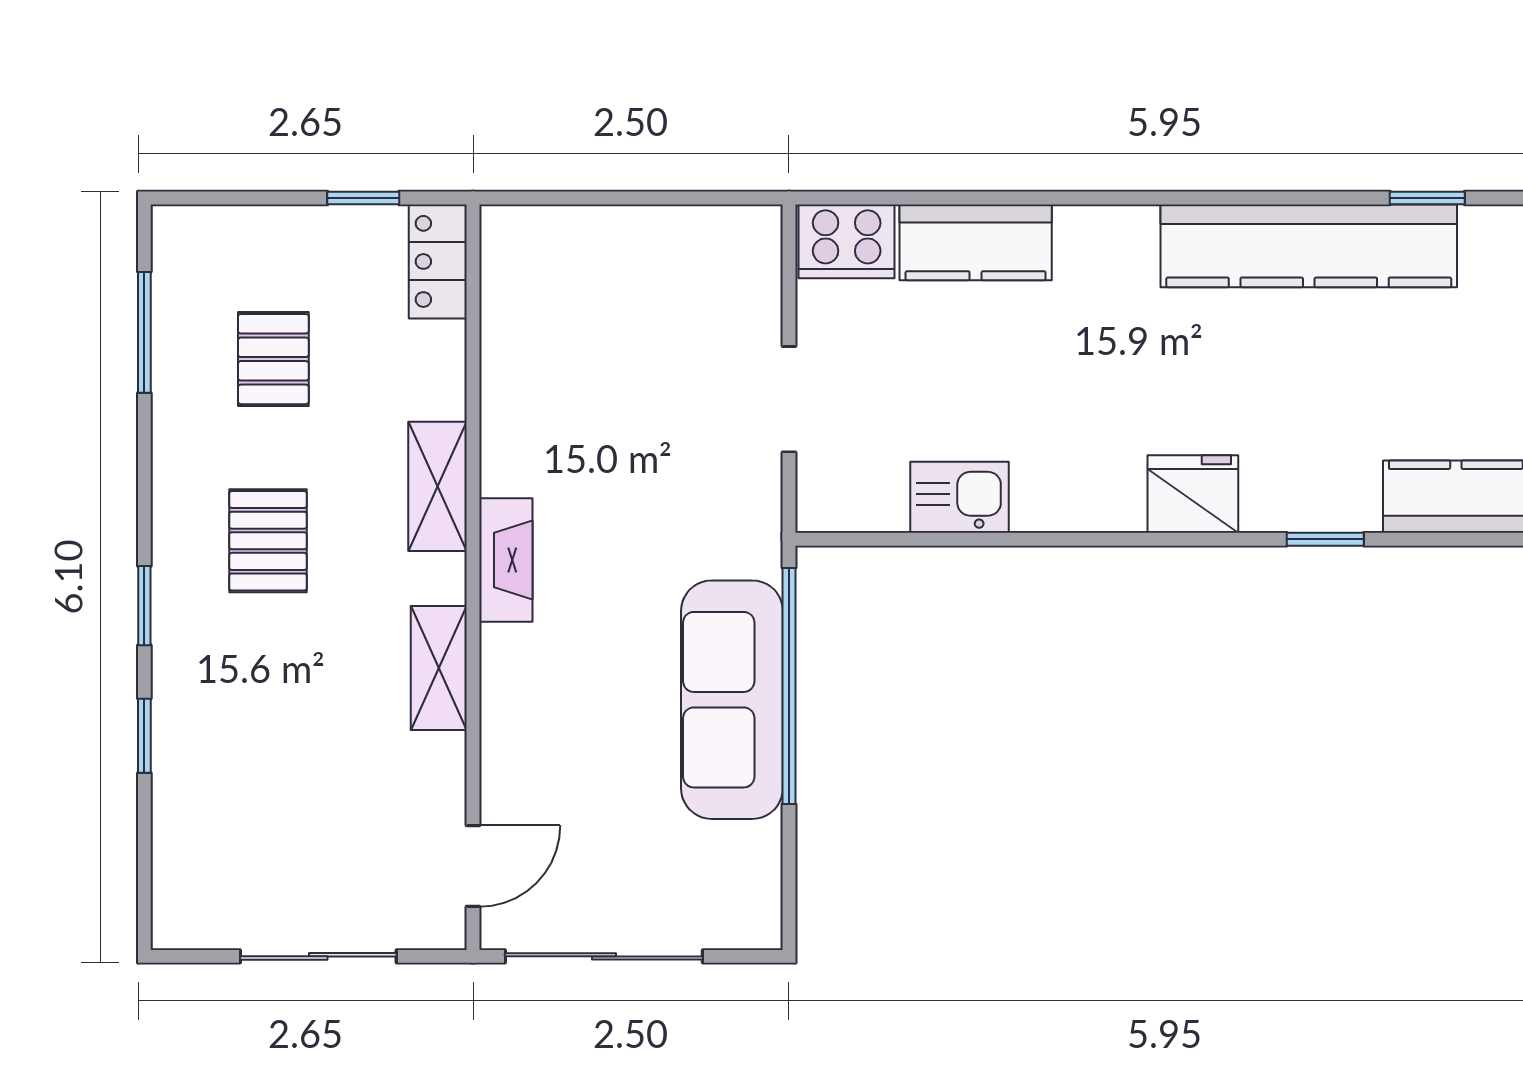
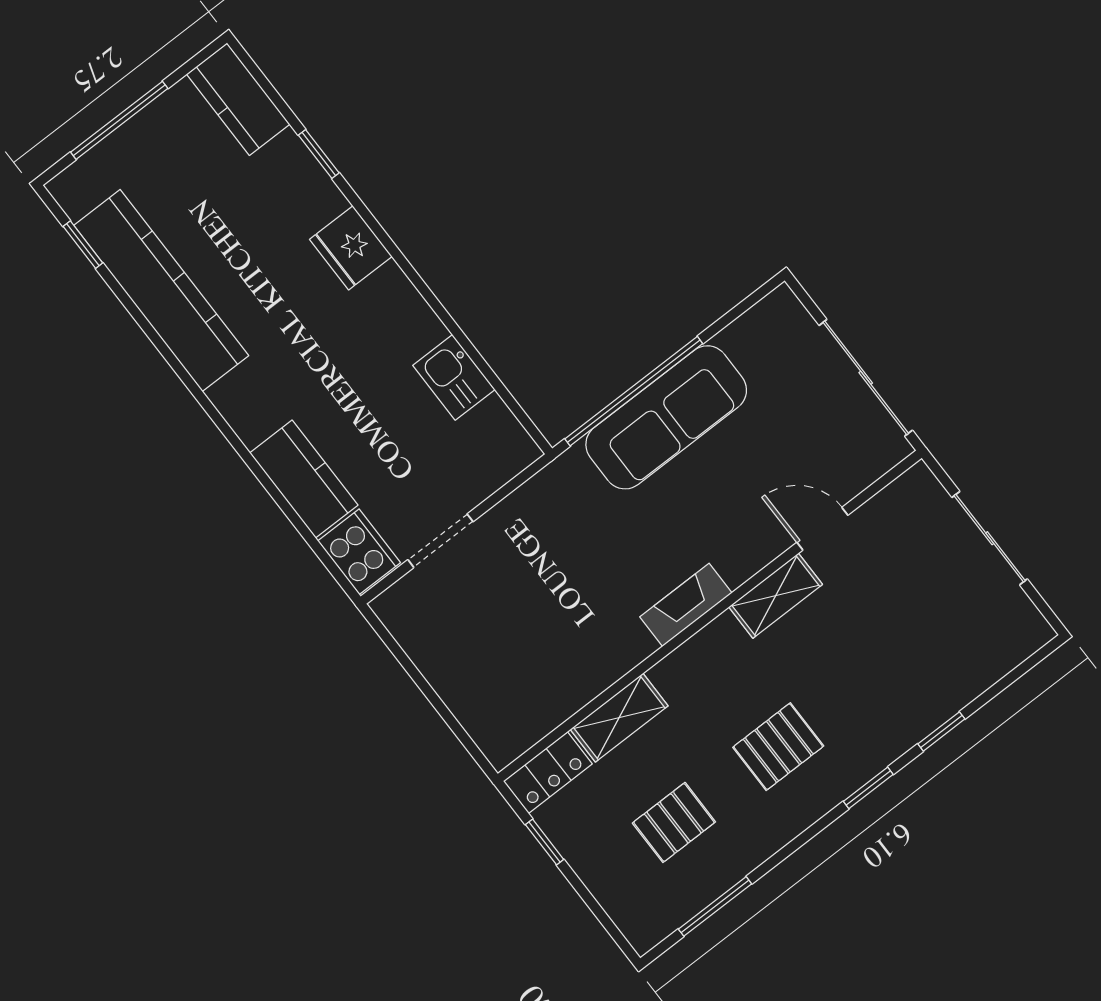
doorway: (789, 399) -> (440, 541), moved
shelving: (438, 486) -> (619, 718), moved
door: (473, 866) -> (822, 529), moved

